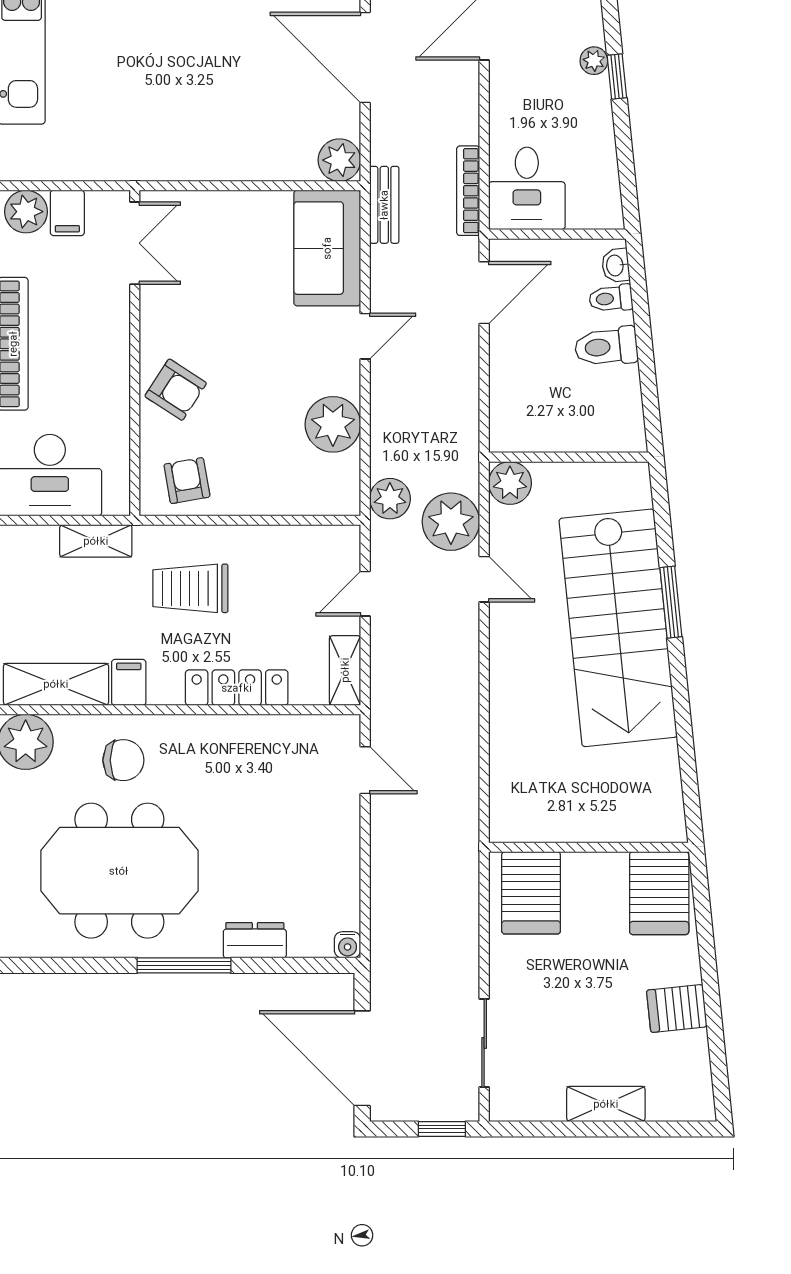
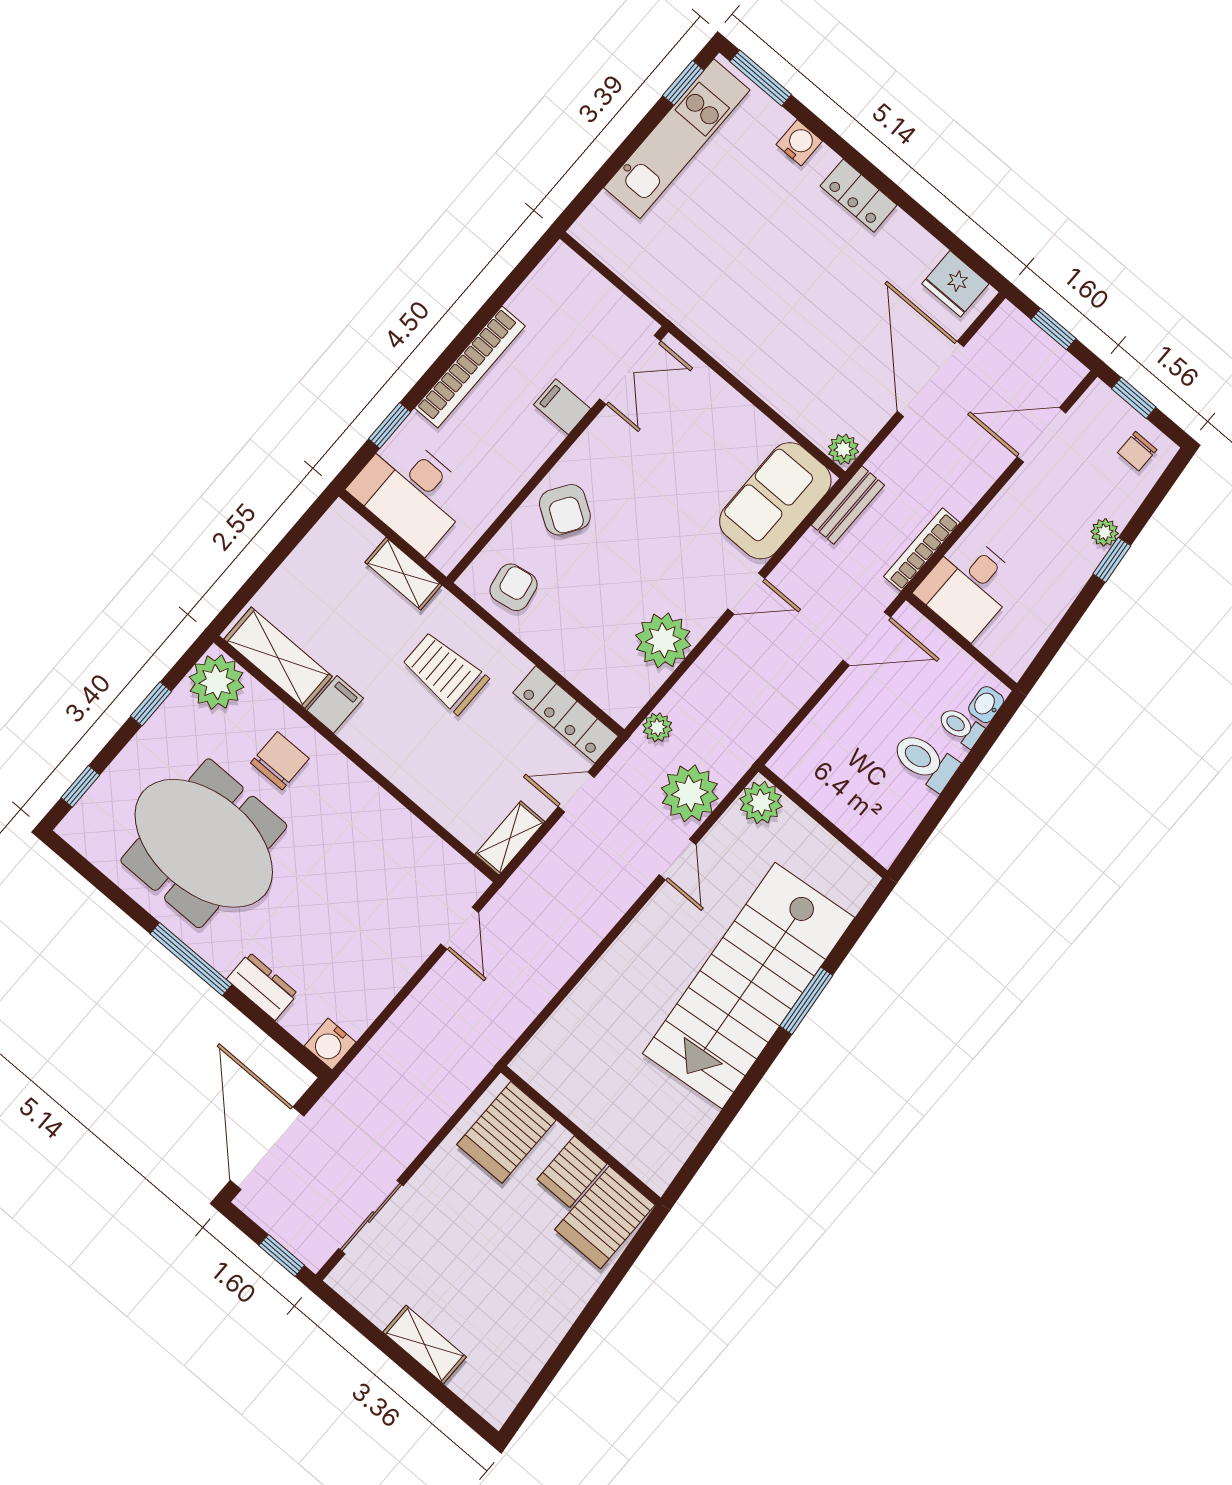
plant: (339, 160) -> (843, 449), width x0.73, depth x0.73
plant: (26, 212) -> (567, 274), removed
filing cabinet: (67, 213) -> (562, 407), moved, turned 90
plant: (390, 499) -> (657, 727), width x0.73, depth x0.73
locker: (237, 688) -> (565, 714), moved, turned 180
chair: (123, 760) -> (280, 761), turned -90
water cooler: (348, 945) -> (330, 1044), width x1.38, depth x1.38
server rack: (677, 1008) -> (572, 1172), moved, turned -84

